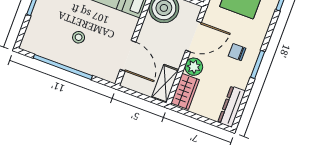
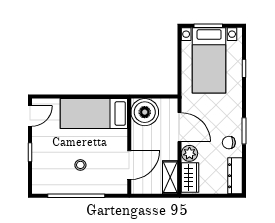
door: (194, 36) -> (179, 127), hinge flipped
chair: (237, 52) -> (229, 143), moved
door: (128, 56) -> (129, 165), hinge flipped

